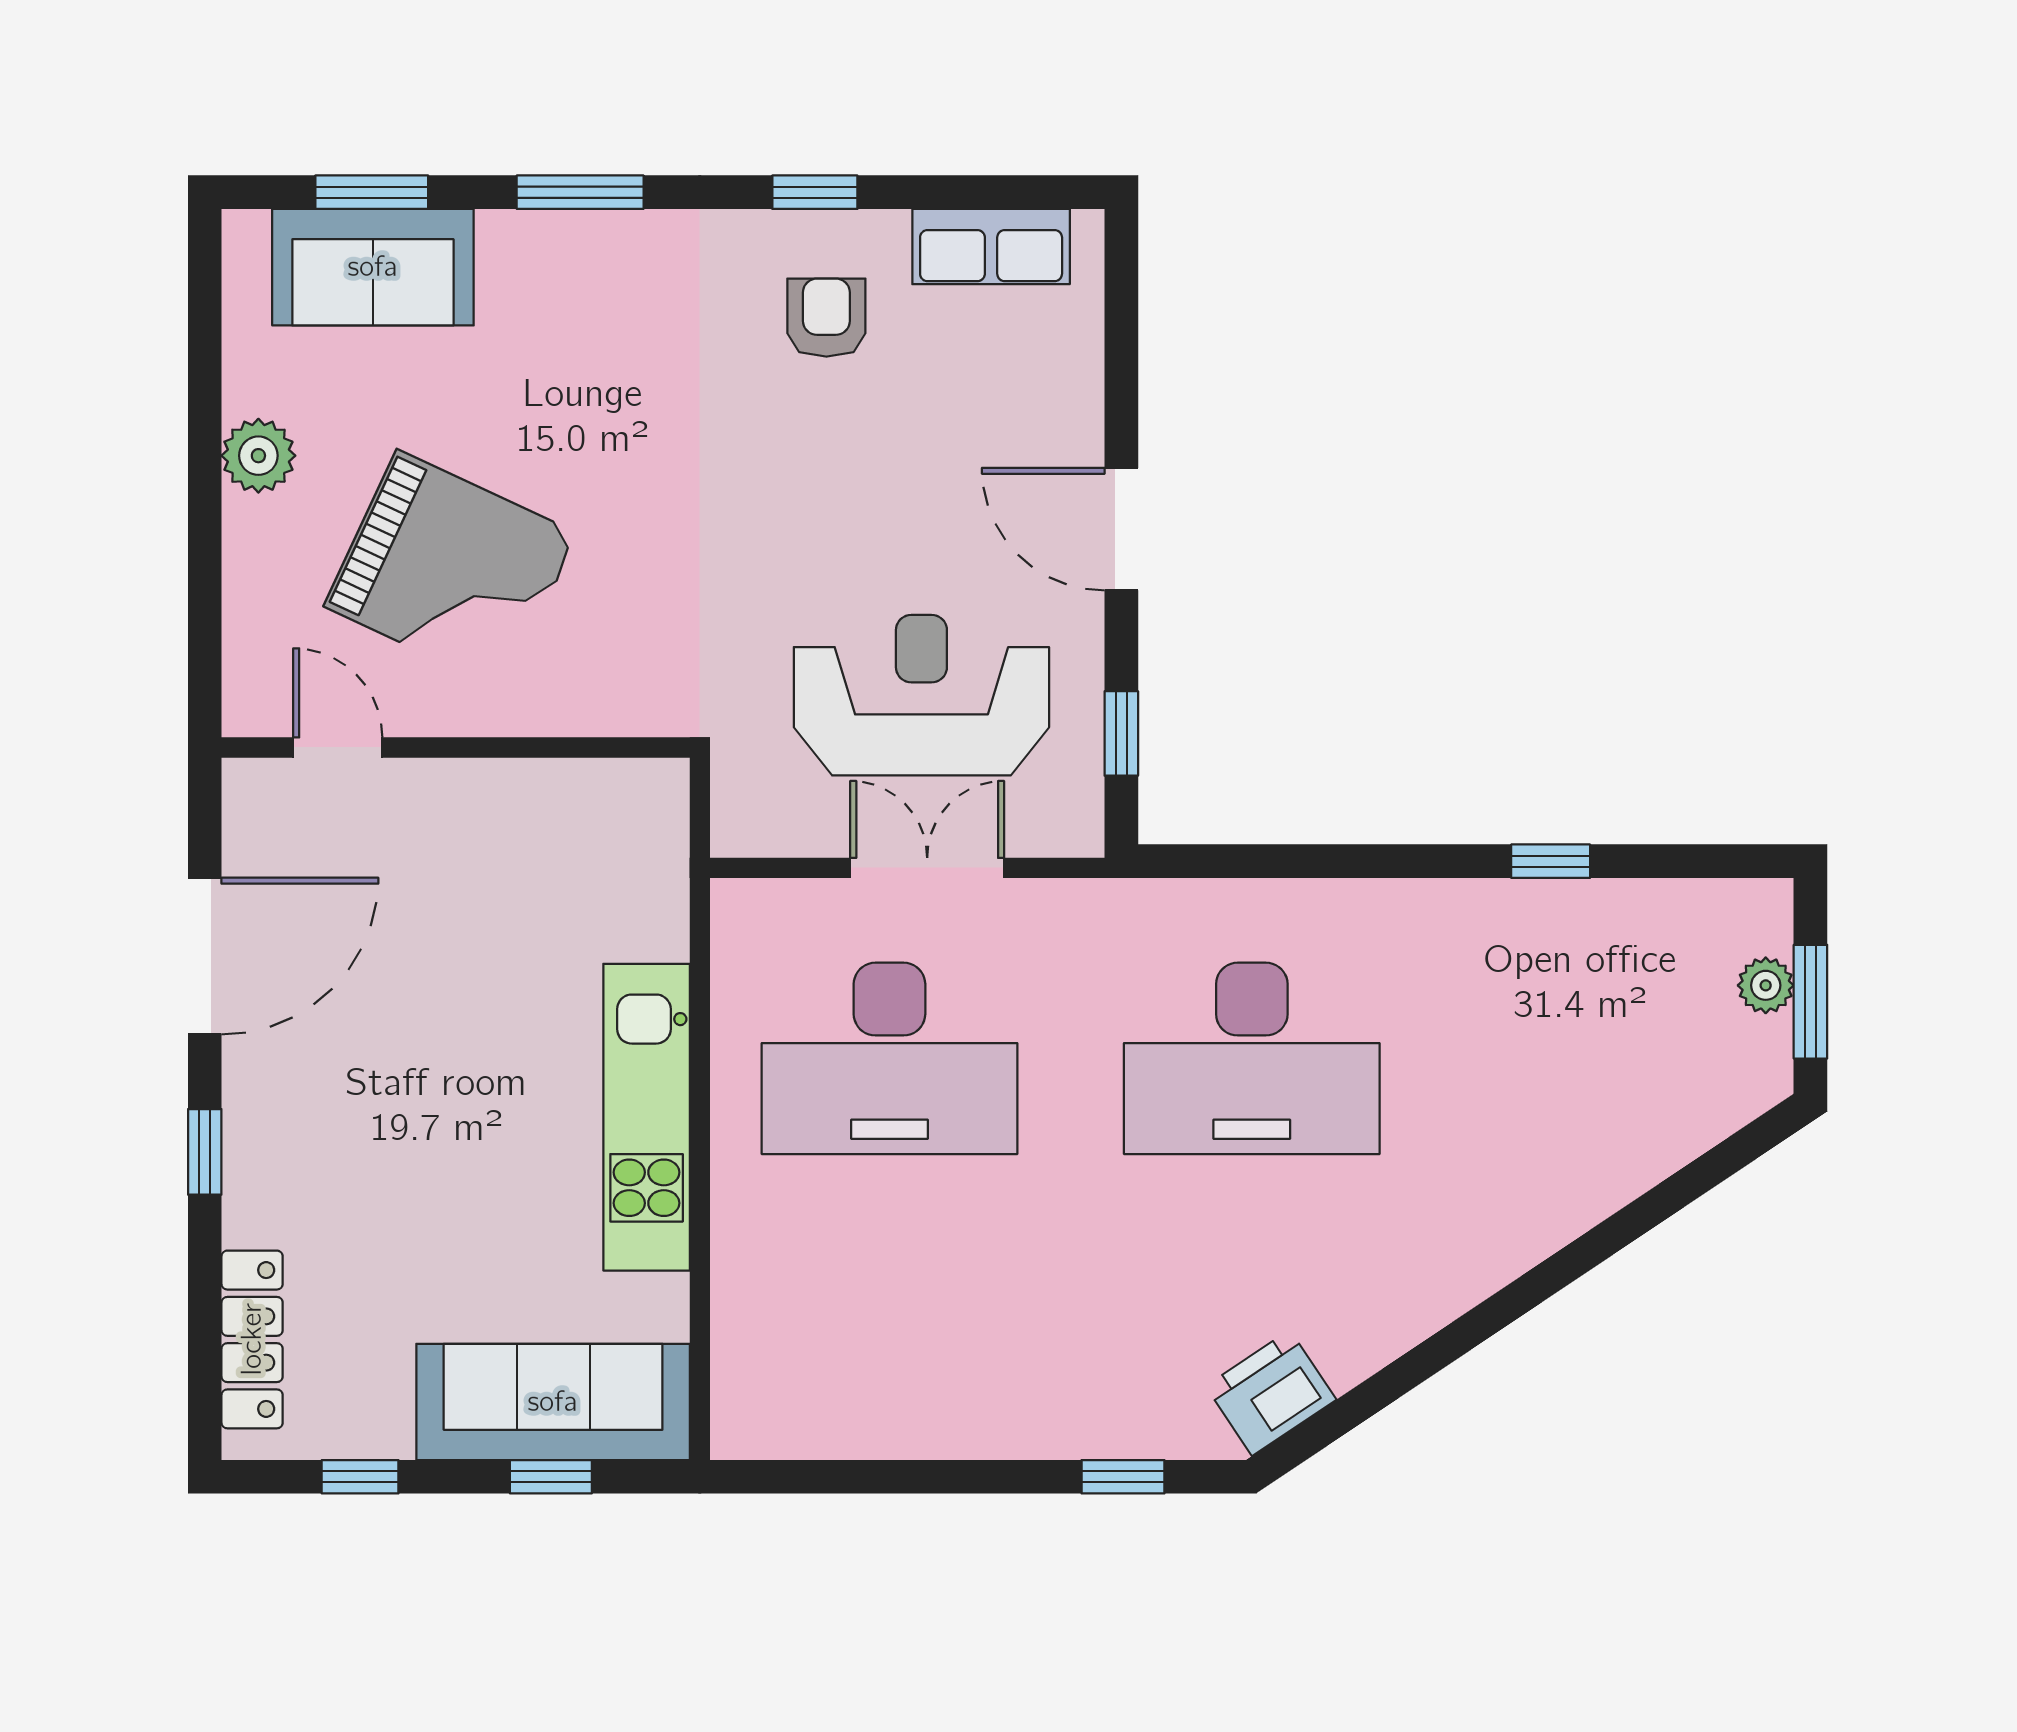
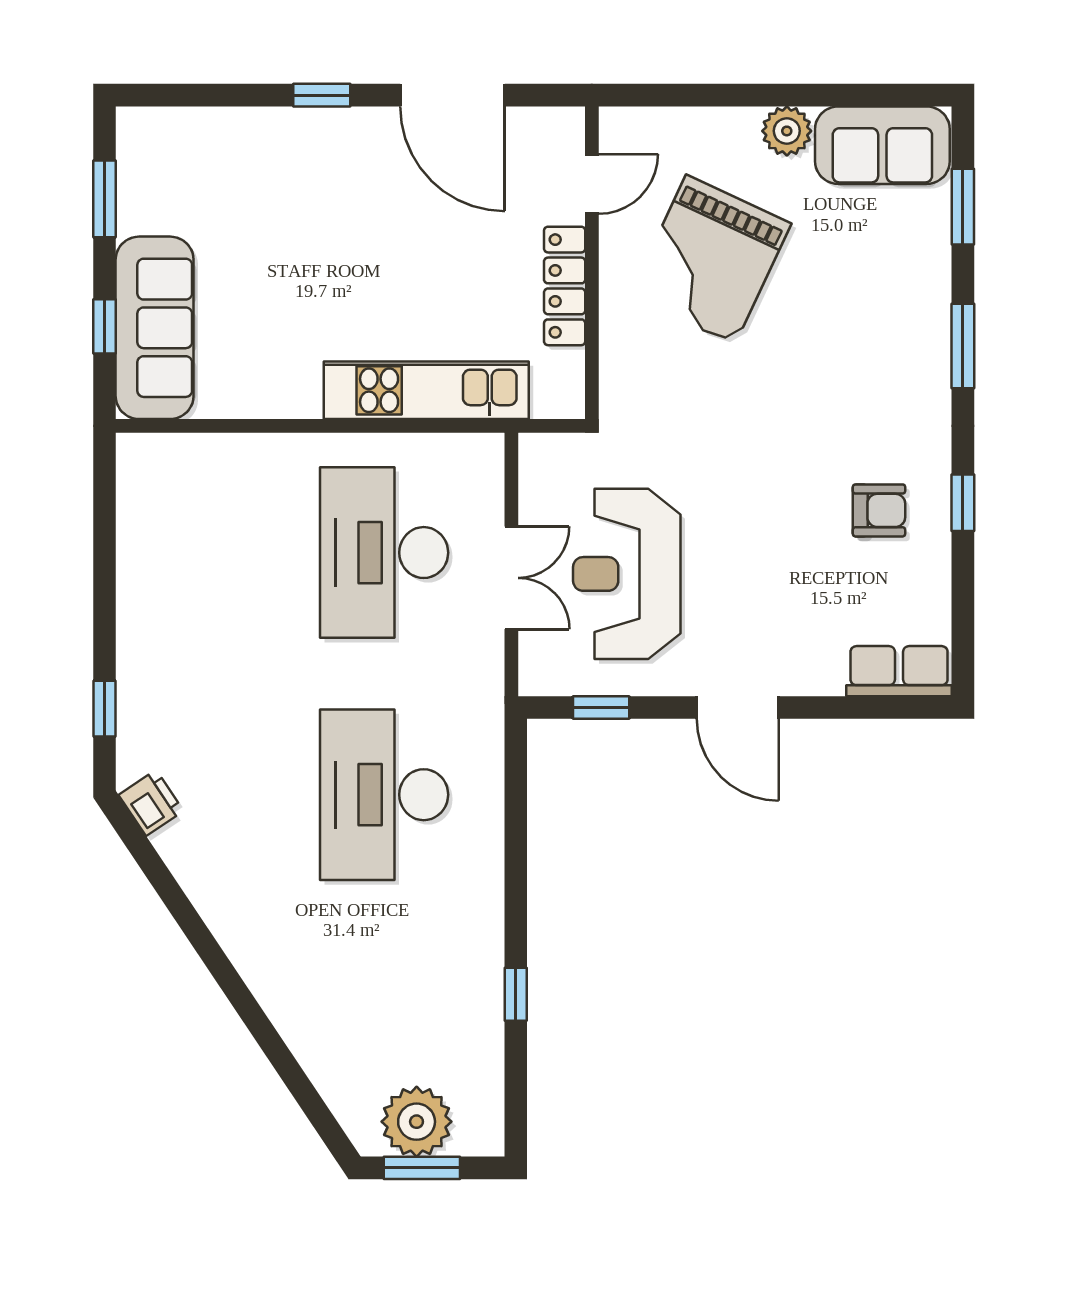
row of seats: (991, 247) -> (899, 671), moved, turned 90
sofa: (373, 267) -> (882, 145), moved, turned -90
door: (1121, 529) -> (738, 707), swing flipped
reception desk: (921, 695) -> (627, 574), turned 180
plant: (1766, 985) -> (417, 1122), width x1.88, depth x1.88
kitchen unit: (647, 1117) -> (426, 390), moved
locker: (252, 1339) -> (565, 286), moved, turned 90
printer: (1271, 1393) -> (151, 803), width x0.73, depth x0.81
window: (360, 1477) -> (105, 199), width x1.50

